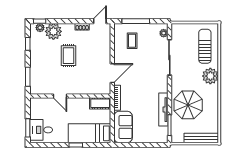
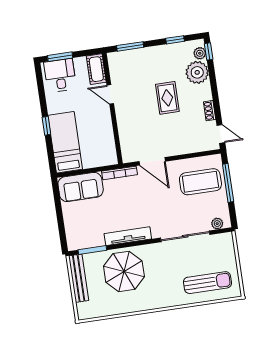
coffee table: (132, 41) -> (200, 182), width x1.86, depth x1.72
rug: (69, 56) -> (167, 98), turned 90
plant: (210, 76) -> (168, 296), removed
door: (60, 96) -> (110, 94), hinge flipped
cot: (100, 103) -> (96, 69), moved
tv unit: (163, 110) -> (128, 236), moved
bench: (201, 138) -> (79, 278), moved

